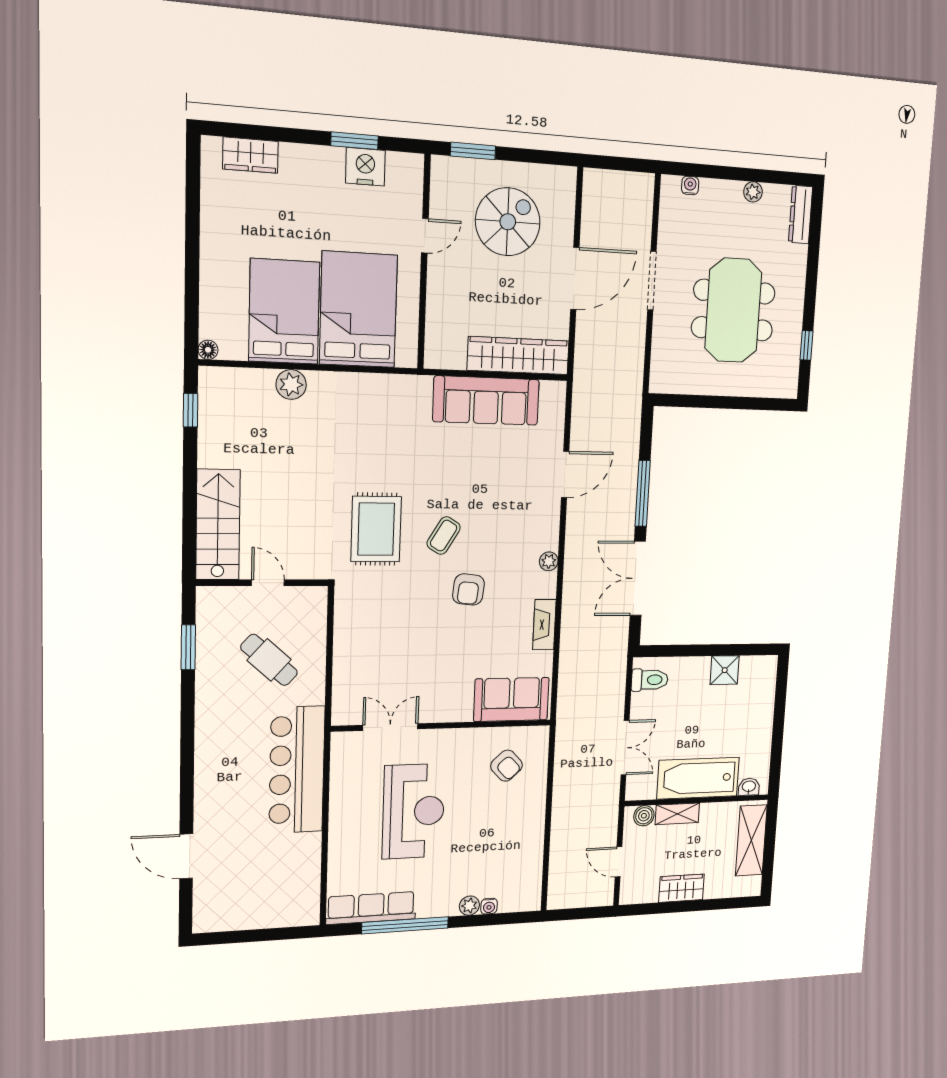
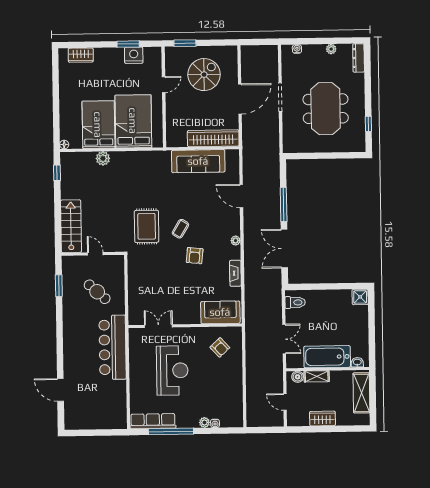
door: (565, 474) -> (241, 196), swing flipped
shower: (725, 670) -> (360, 297), moved

